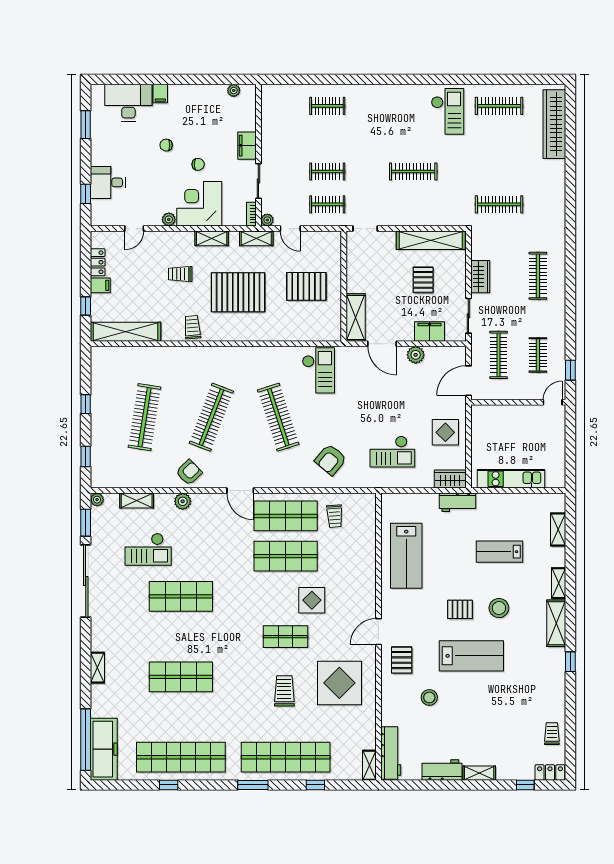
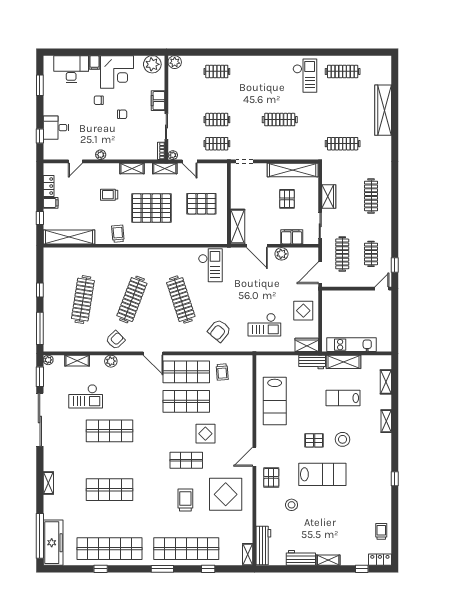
plant: (234, 90) -> (152, 64), width x1.87, depth x1.87
plant: (270, 93) -> (175, 62), added
wardrobe: (554, 124) -> (383, 110), moved
corner desk: (199, 204) -> (117, 72), moved, turned 180
window: (86, 456) -> (40, 328), width x2.17
shelving: (556, 623) -> (343, 362), moved, turned 90

